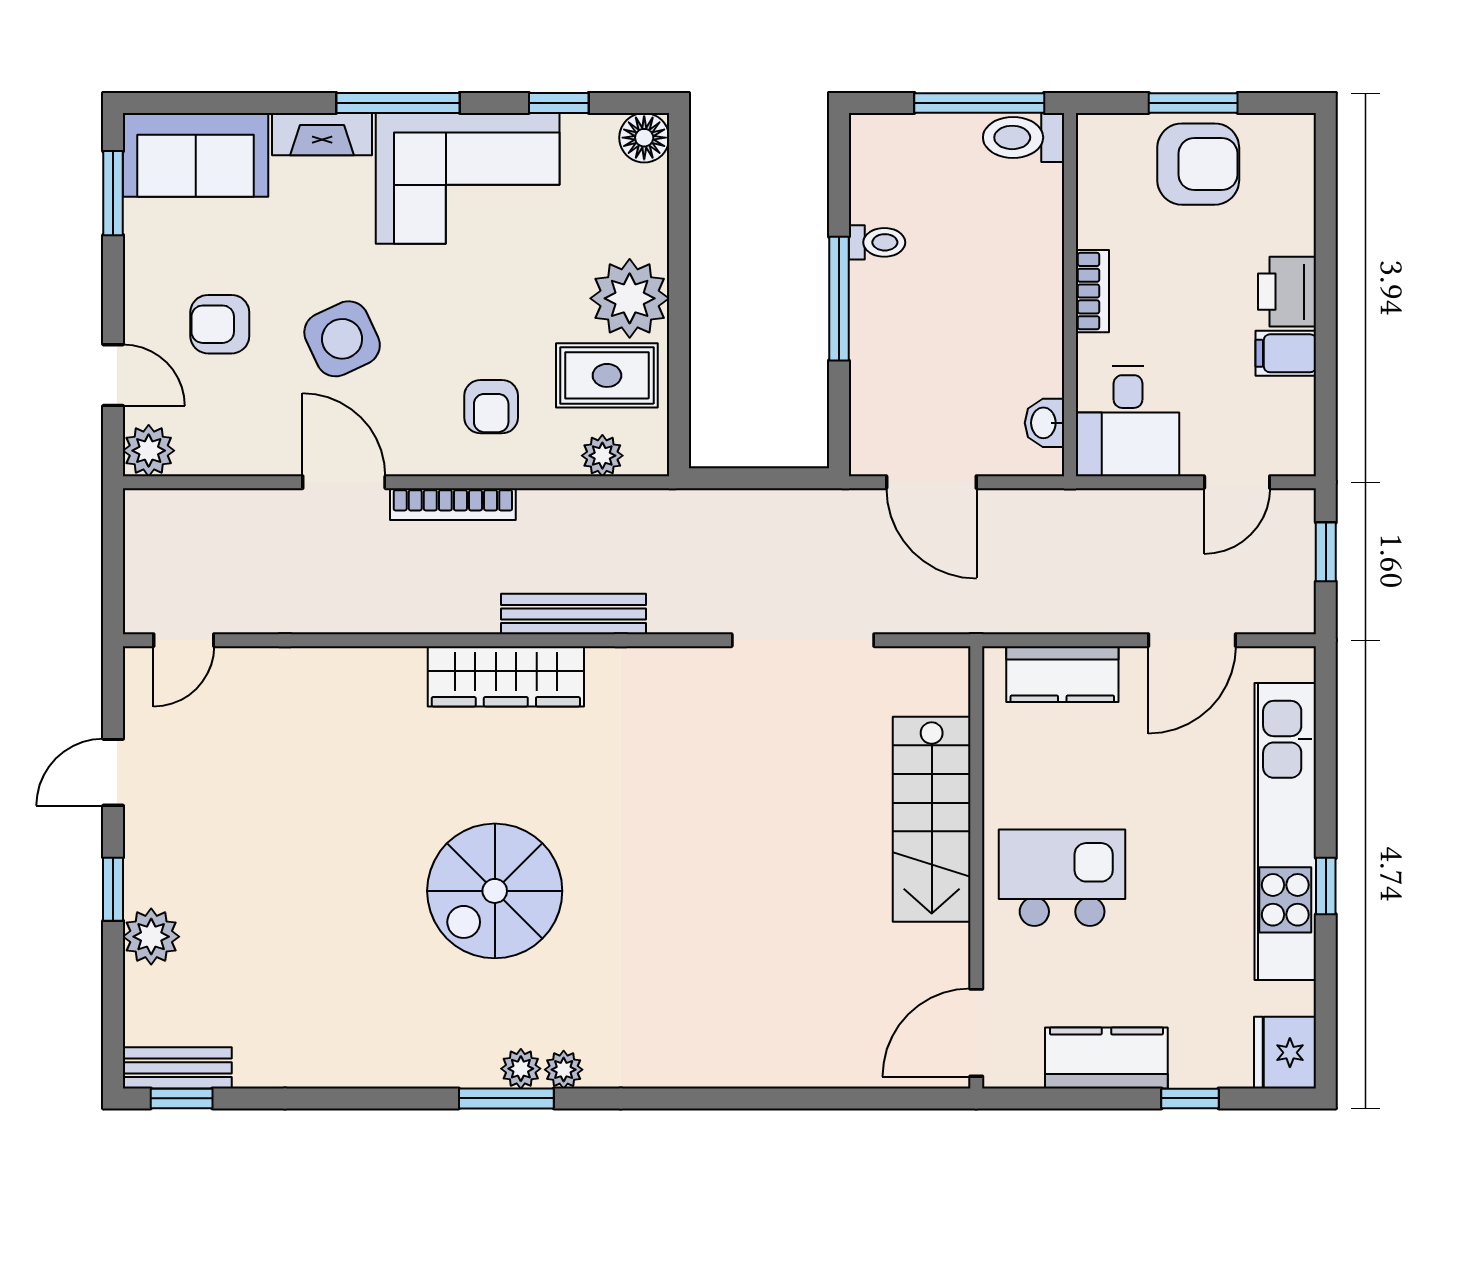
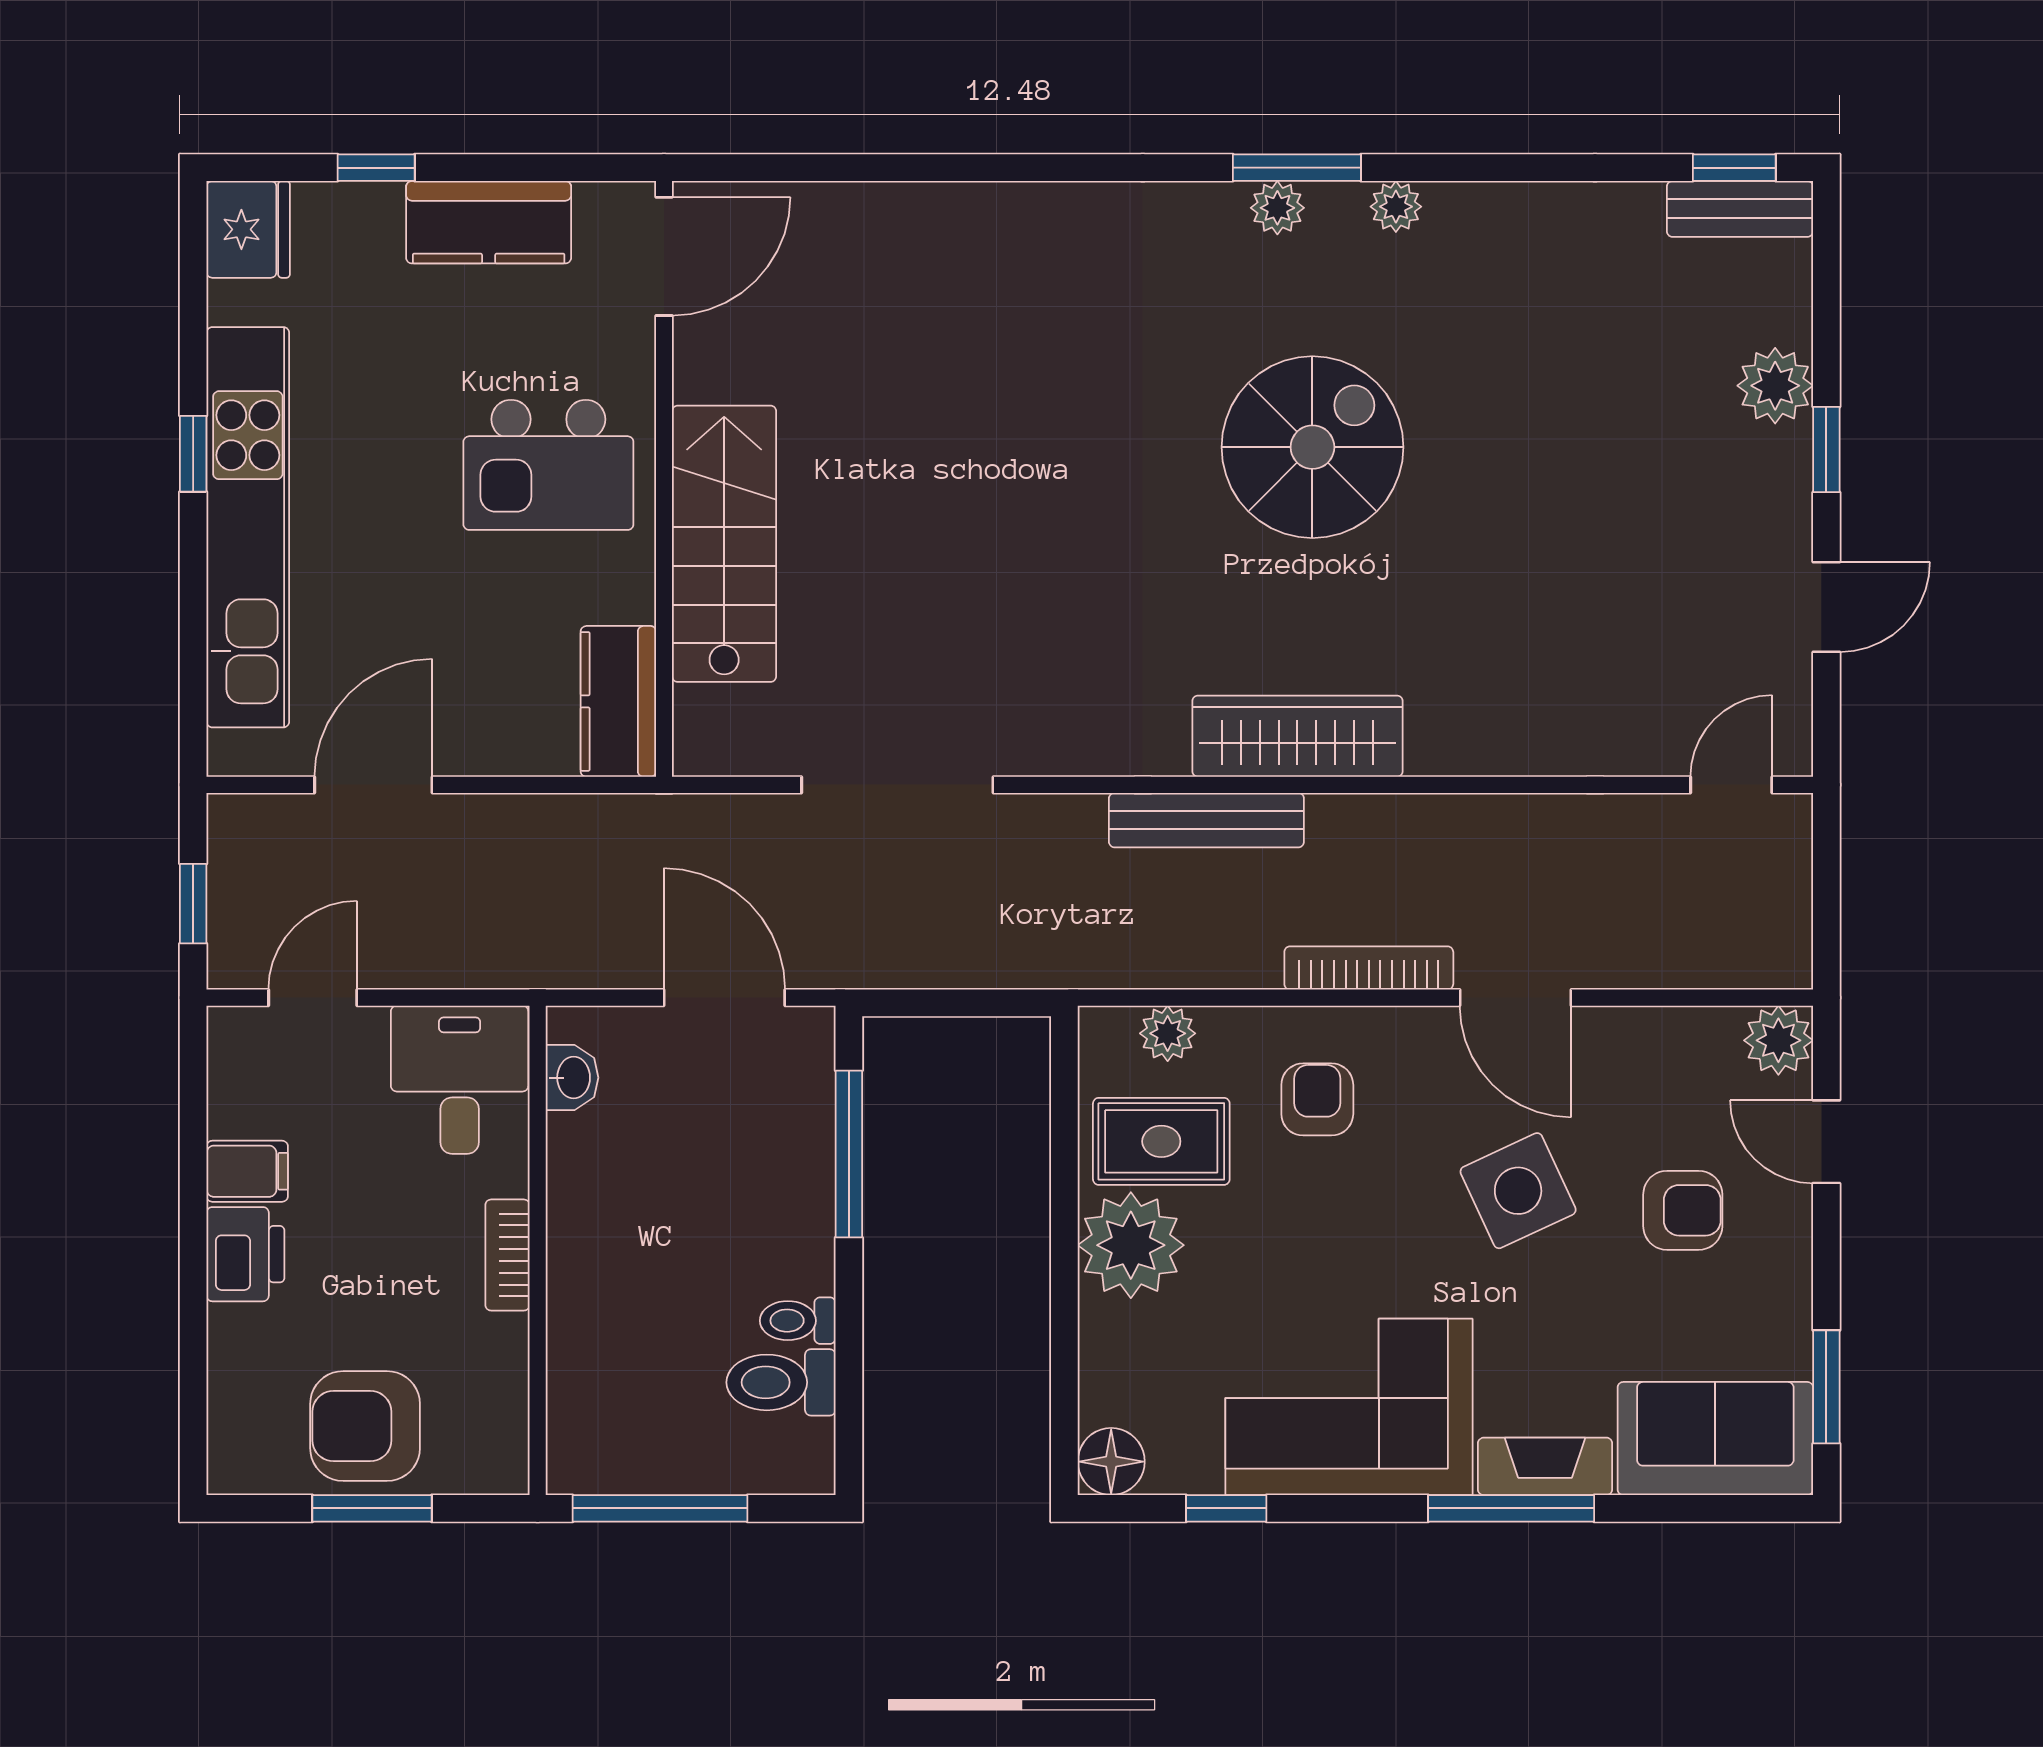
window: (398, 103) -> (1511, 1508), moved
toilet: (1024, 137) -> (781, 1382), moved, turned 180
window: (839, 299) -> (849, 1154), moved
kitchen counter: (1062, 674) -> (618, 701), moved, turned -90
plant: (564, 1070) -> (1396, 207), moved

